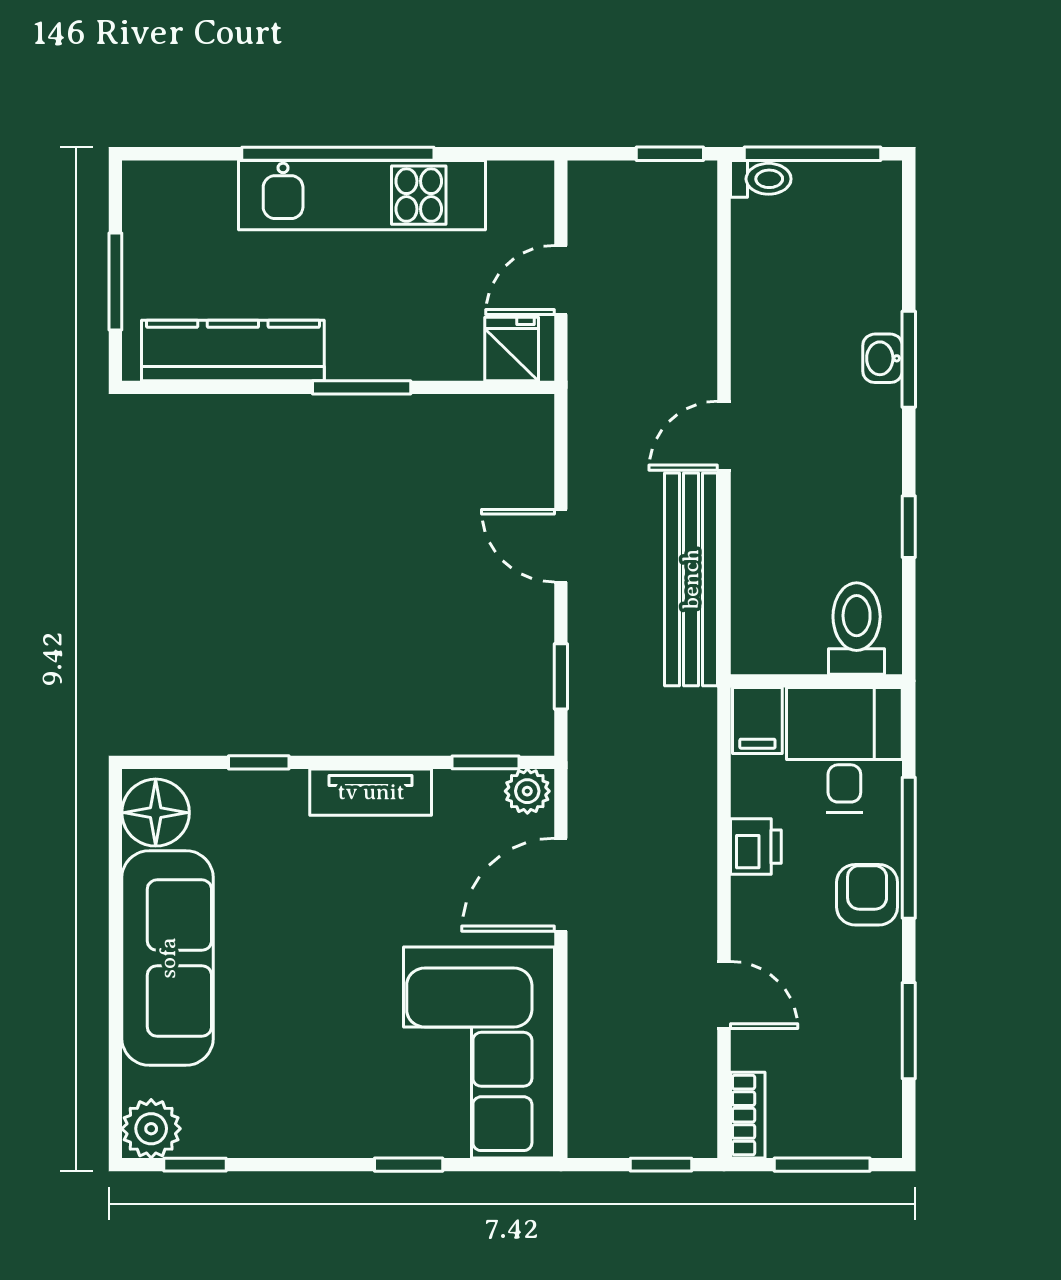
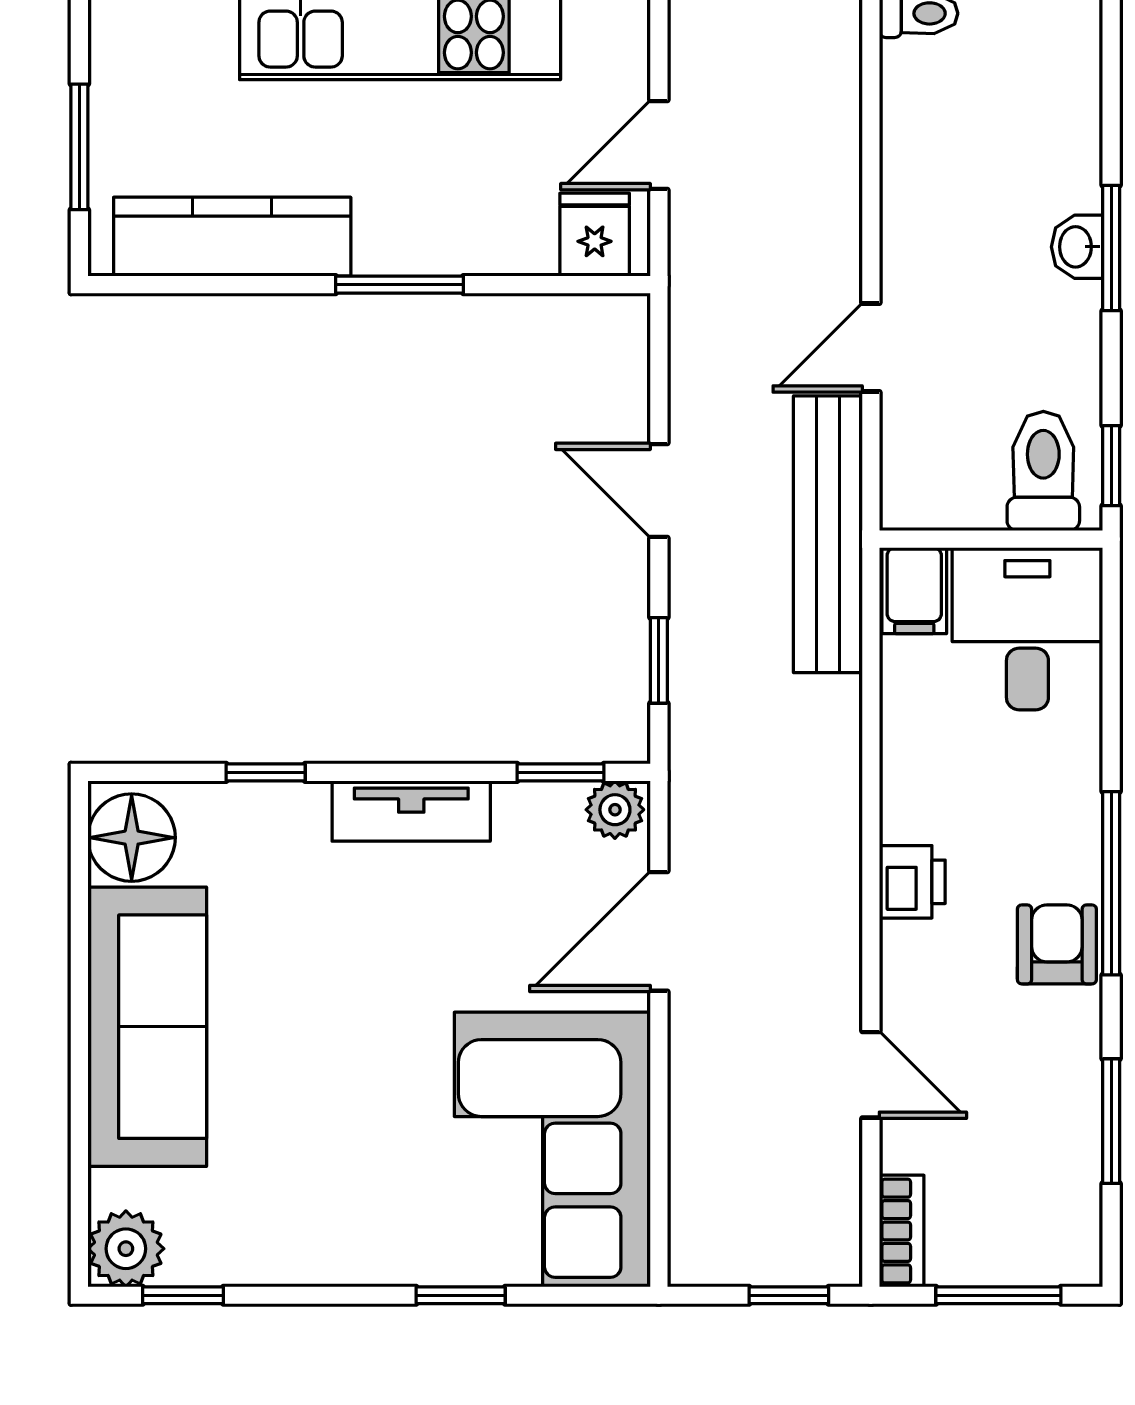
toilet: (857, 628) -> (1043, 471), moved
wall: (816, 681) -> (991, 539), moved
filing cabinet: (757, 721) -> (914, 591), moved
desk: (844, 750) -> (1027, 629), moved

